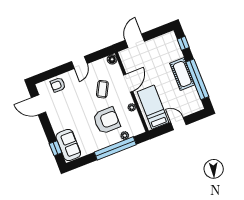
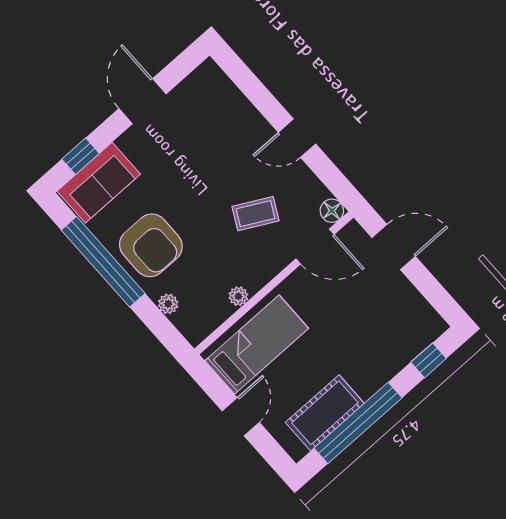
cot: (182, 74) -> (325, 413), moved
door: (128, 83) -> (315, 247), moved
armchair: (58, 85) -> (228, 108), removed
door: (39, 105) -> (142, 101), moved
armchair: (106, 120) -> (151, 245), moved
window: (115, 148) -> (103, 262), moved

